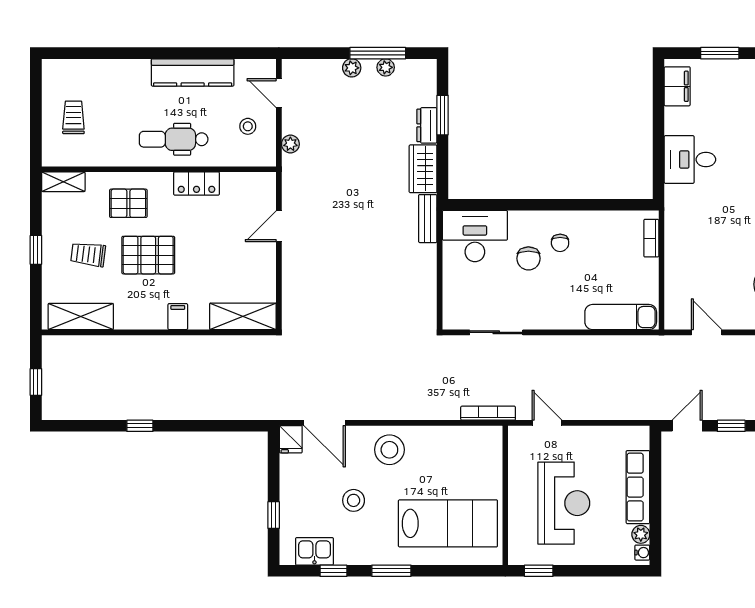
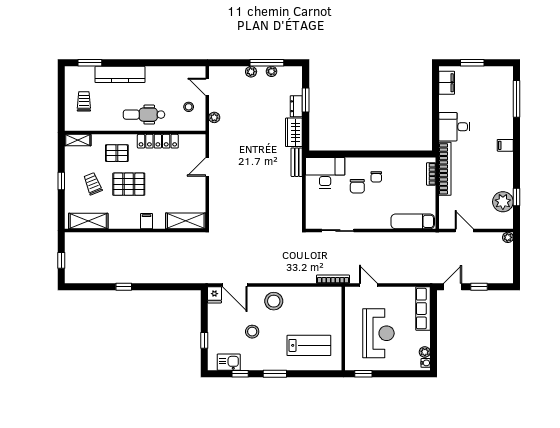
window: (83, 53) -> (90, 63), added
kitchen counter: (193, 72) -> (120, 74), moved
locker: (196, 184) -> (158, 141), width x1.53
bookcase: (674, 230) -> (445, 169), added
trolley: (88, 254) -> (93, 184), turned 61
row of seats: (638, 487) -> (423, 309), moved
lab bench: (448, 523) -> (309, 345), width x0.73, depth x0.72

